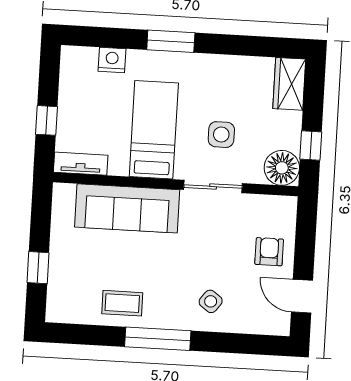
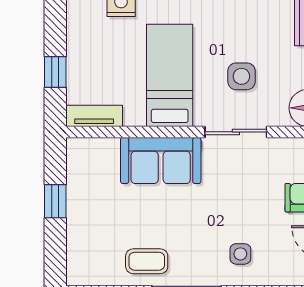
sofa: (127, 208) -> (161, 160), width x0.73
window: (38, 268) -> (55, 201), moved
side table: (211, 301) -> (240, 254), turned -37

